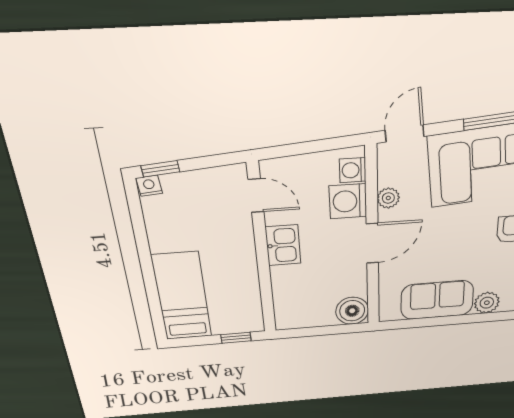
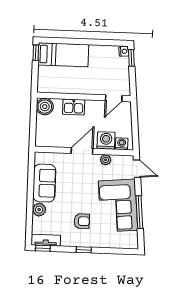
door: (372, 243) -> (82, 151), swing flipped
kitchen sink: (283, 245) -> (74, 107), moved
boiler: (352, 311) -> (45, 107), moved
window: (236, 338) -> (36, 53), moved

